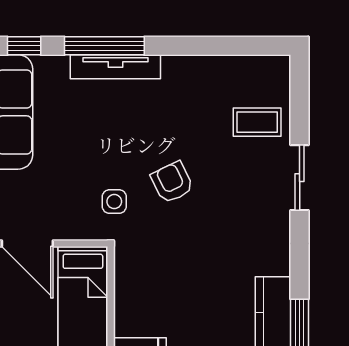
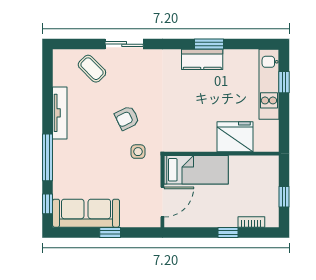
tv unit: (115, 67) -> (60, 113), moved
coffee table: (257, 122) -> (92, 69), turned -45

